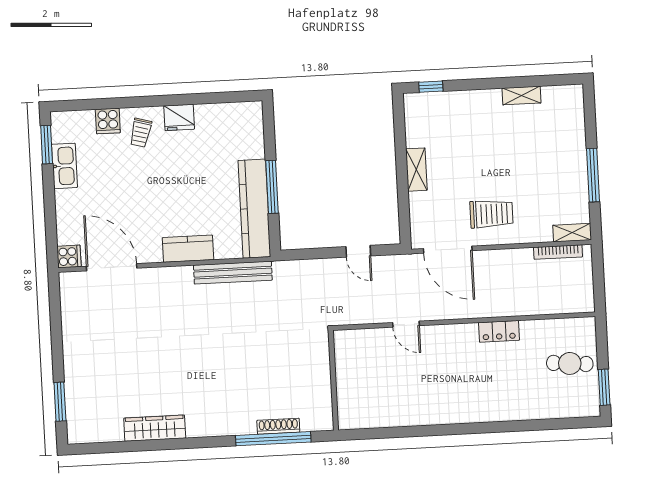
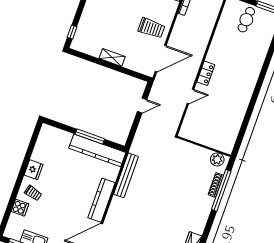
trolley: (491, 214) -> (151, 28), turned 90
kitchen counter: (188, 249) -> (101, 200), width x1.50
locker: (499, 331) -> (206, 73), moved
plant: (321, 411) -> (217, 159), added

